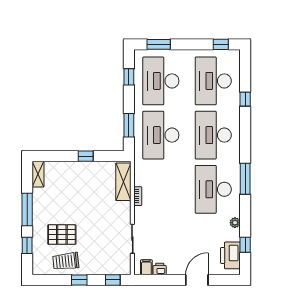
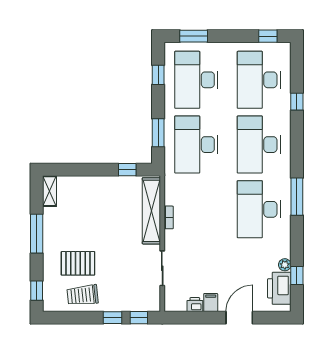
window: (86, 156) -> (127, 170), moved
shelving: (123, 182) -> (151, 211), width x1.47
plant: (235, 223) -> (285, 265), moved
window: (27, 245) -> (37, 291), moved
filing cabinet: (146, 267) -> (211, 303), moved
window: (79, 280) -> (112, 318), moved

